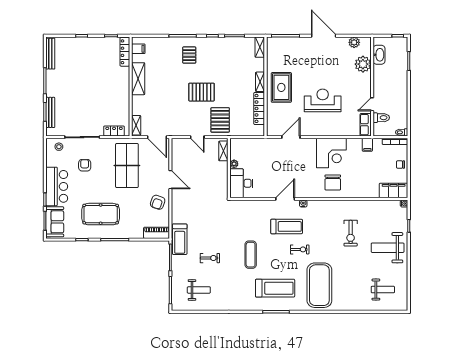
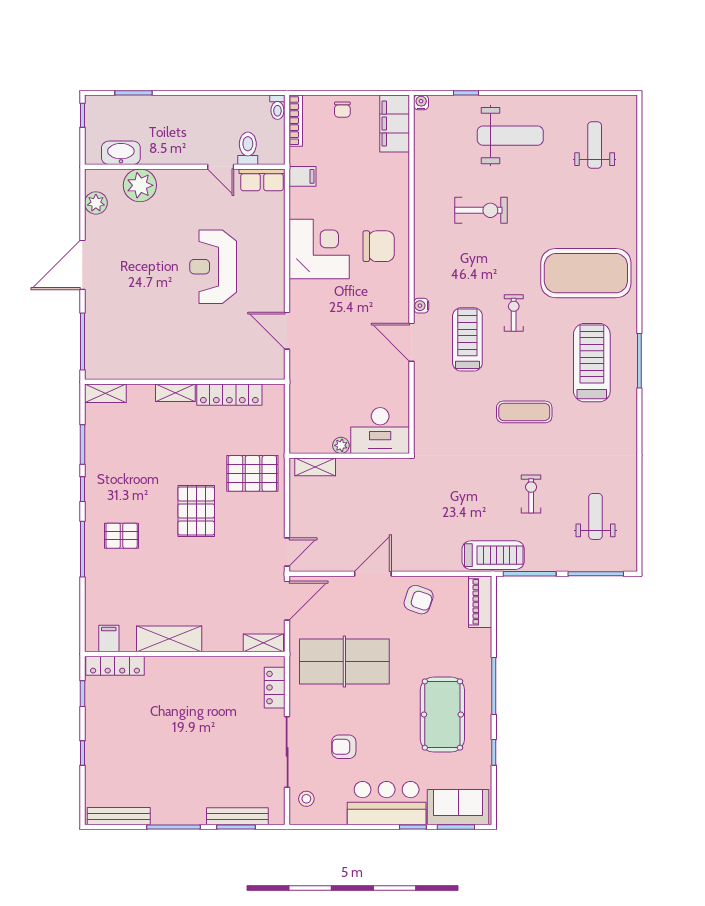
rug: (281, 87) -> (187, 350), removed
door: (197, 137) -> (287, 552), moved
weight bench: (388, 248) -> (510, 136), turned -90

